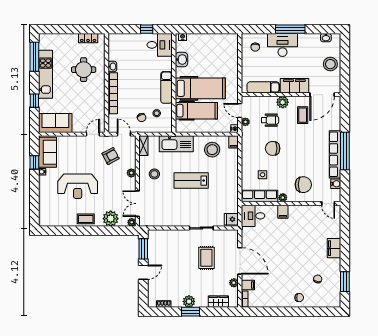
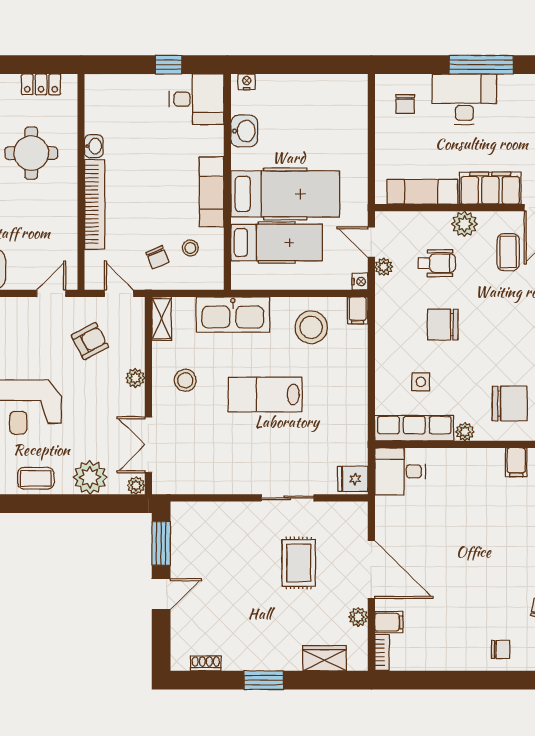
filing cabinet: (283, 212) -> (516, 462), moved
plant: (189, 301) -> (261, 658), removed

